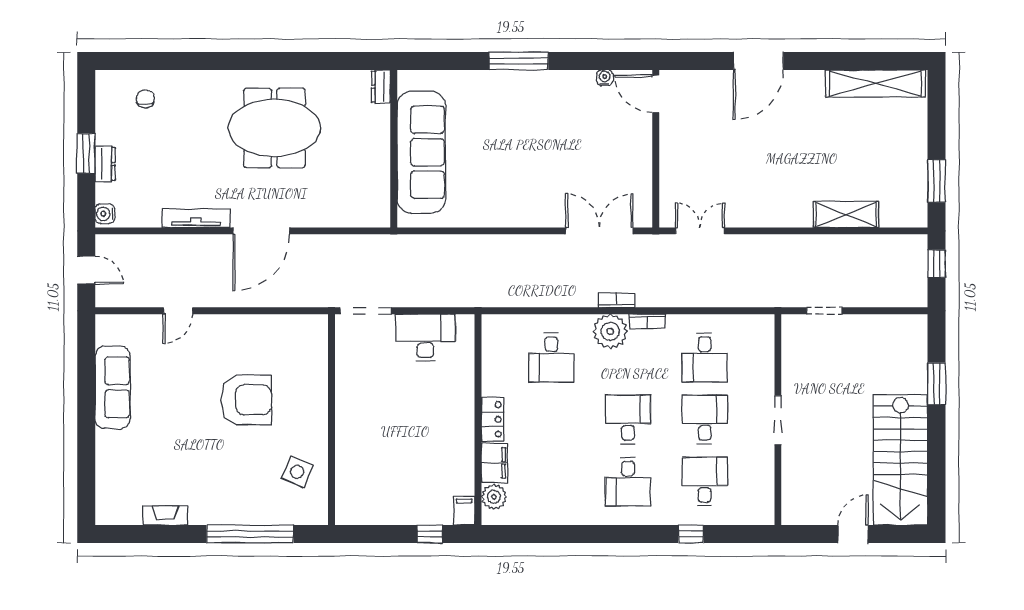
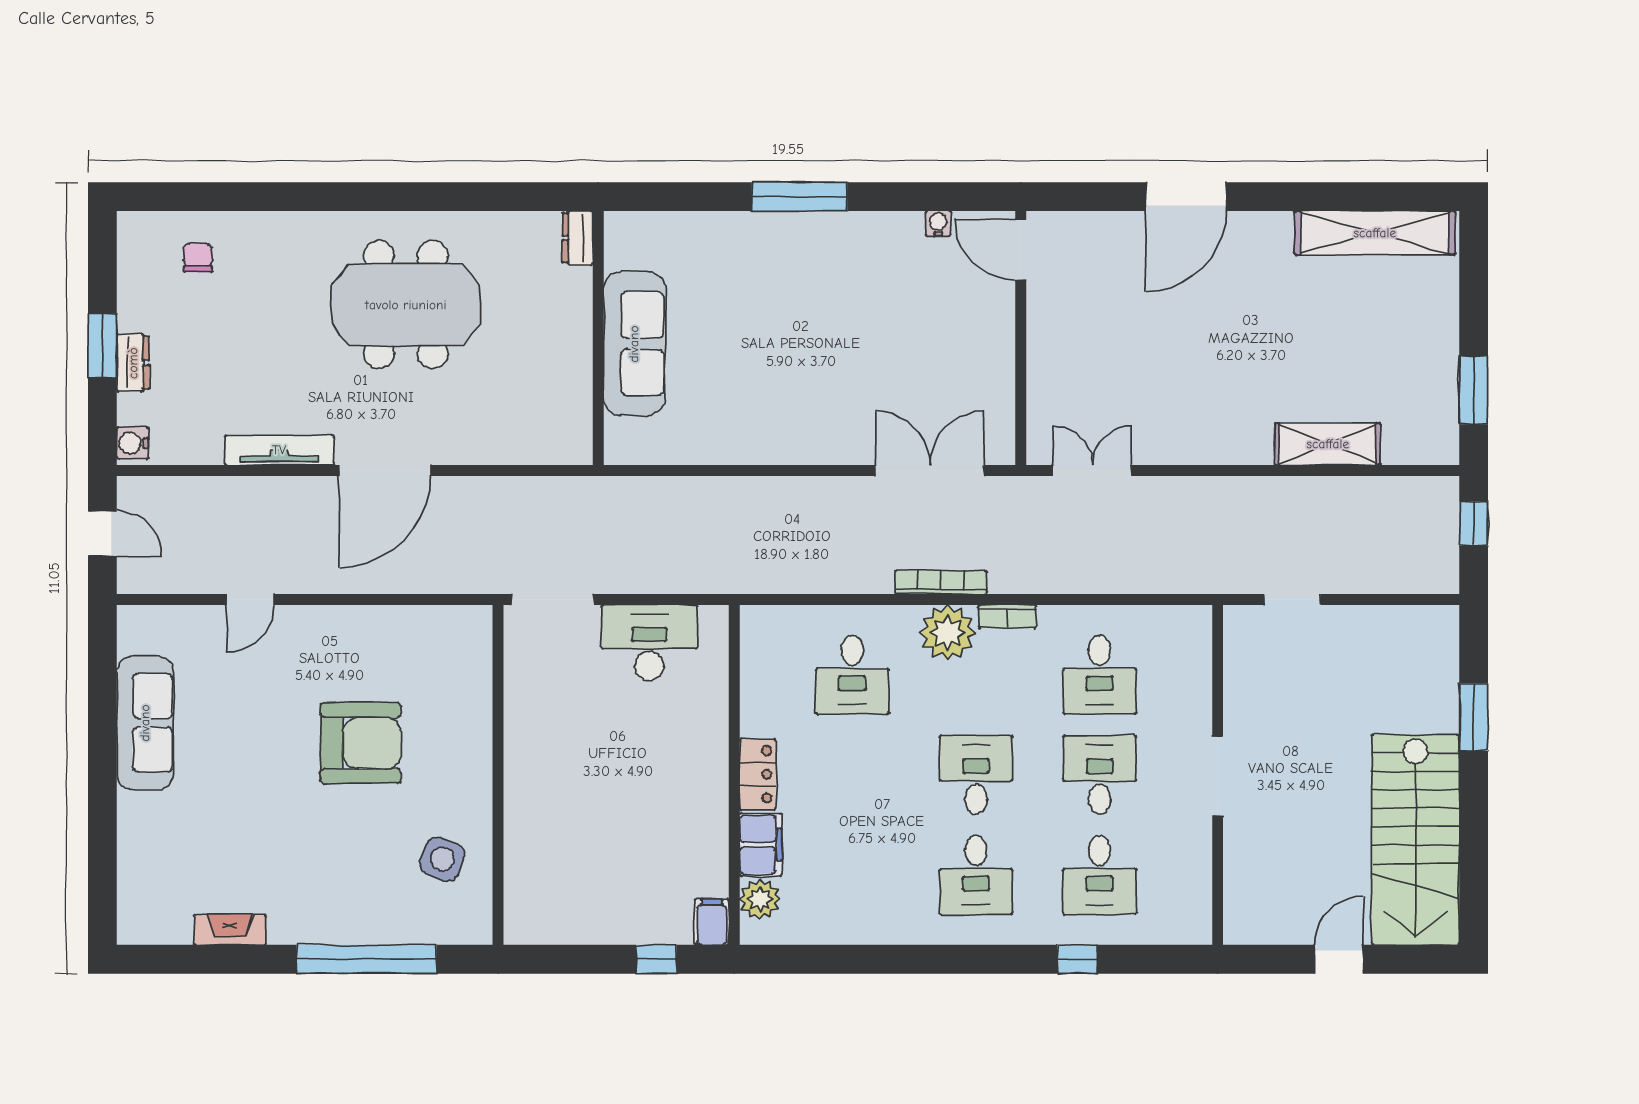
sofa: (421, 152) -> (634, 344), width x0.74, depth x0.79
bookcase: (616, 300) -> (941, 582), width x1.56
desk: (705, 482) -> (1100, 875), turned 180

